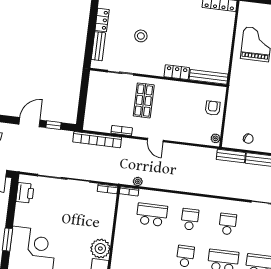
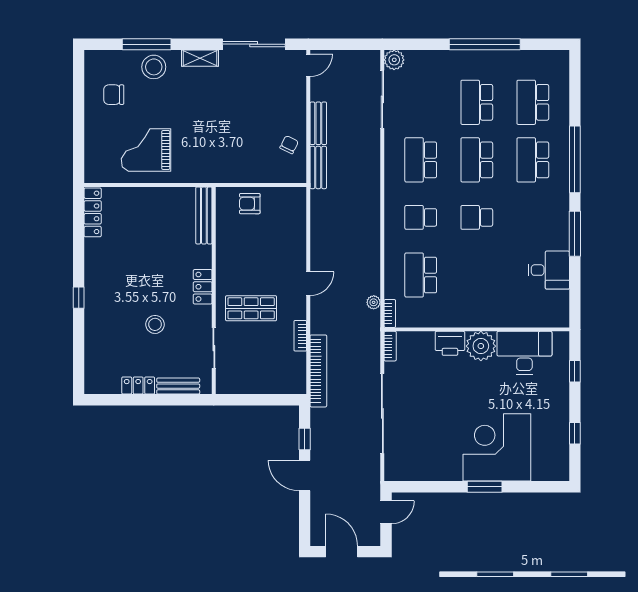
locker: (177, 72) -> (203, 287), moved
plant: (215, 138) -> (295, 194), removed
printer: (25, 193) -> (450, 343), moved, turned 180
school desk: (228, 224) -> (421, 160), width x1.85

